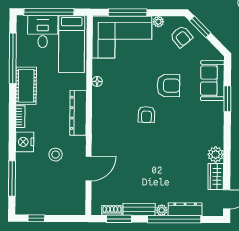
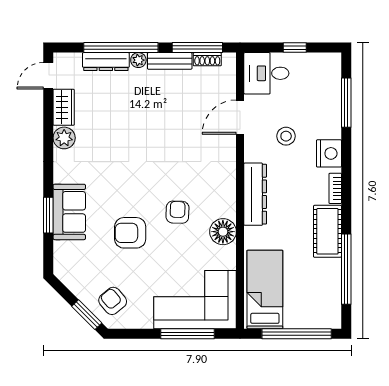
plant: (158, 22) -> (145, 321), removed
desk: (43, 32) -> (266, 73), moved, turned 90
floor lamp: (97, 81) -> (223, 232), width x1.89, depth x1.89
sofa: (212, 81) -> (69, 212), moved
armchair: (147, 115) -> (177, 212), moved
window: (36, 218) -> (295, 48), moved
window: (119, 219) -> (197, 48), width x1.44

